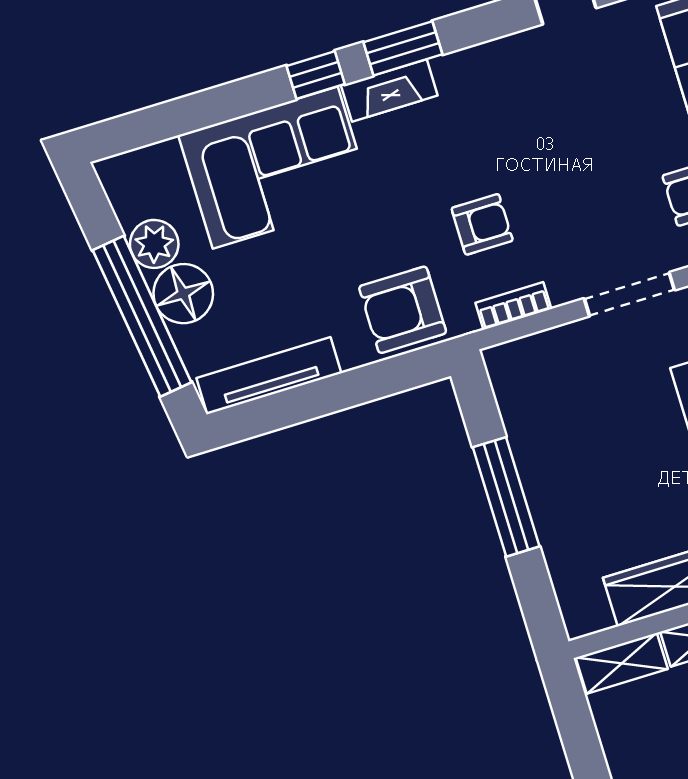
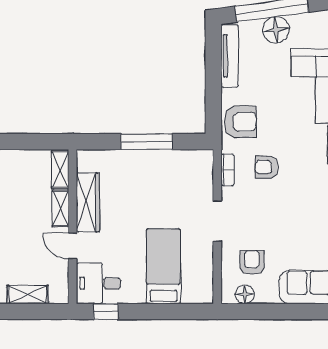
armchair: (482, 224) -> (267, 167), turned 90
plant: (154, 244) -> (301, 24), removed
armchair: (403, 310) -> (240, 122), turned 90

